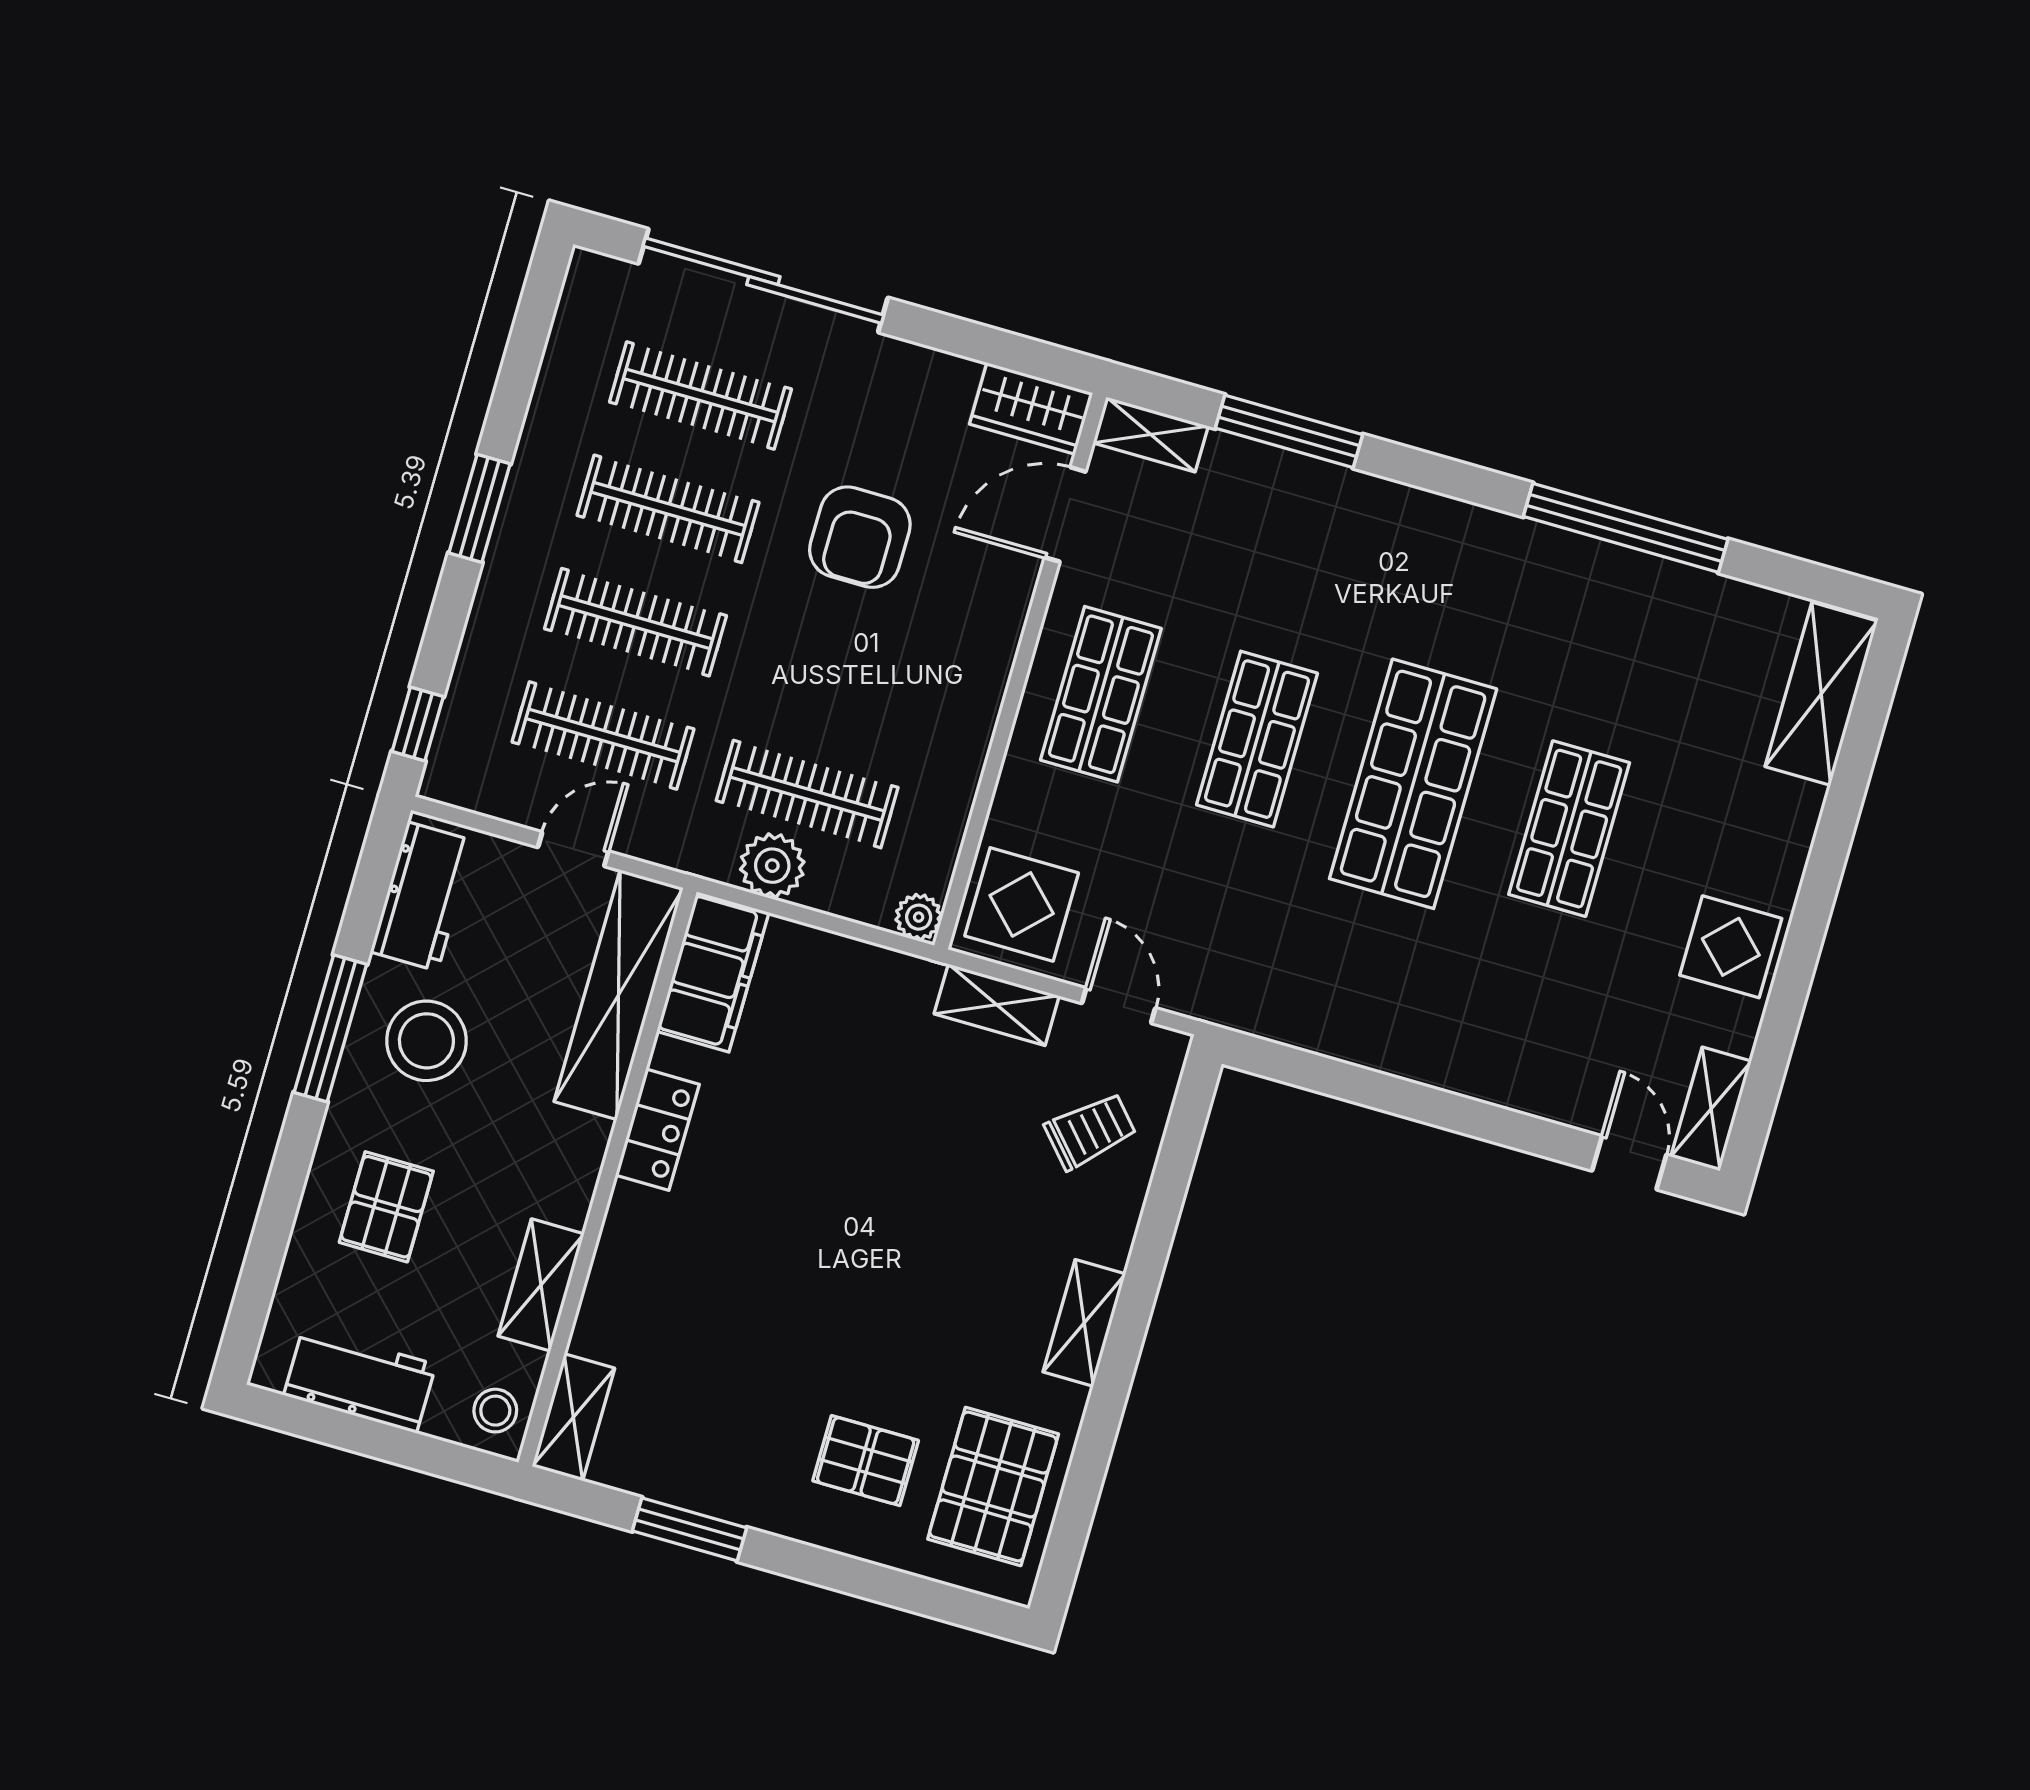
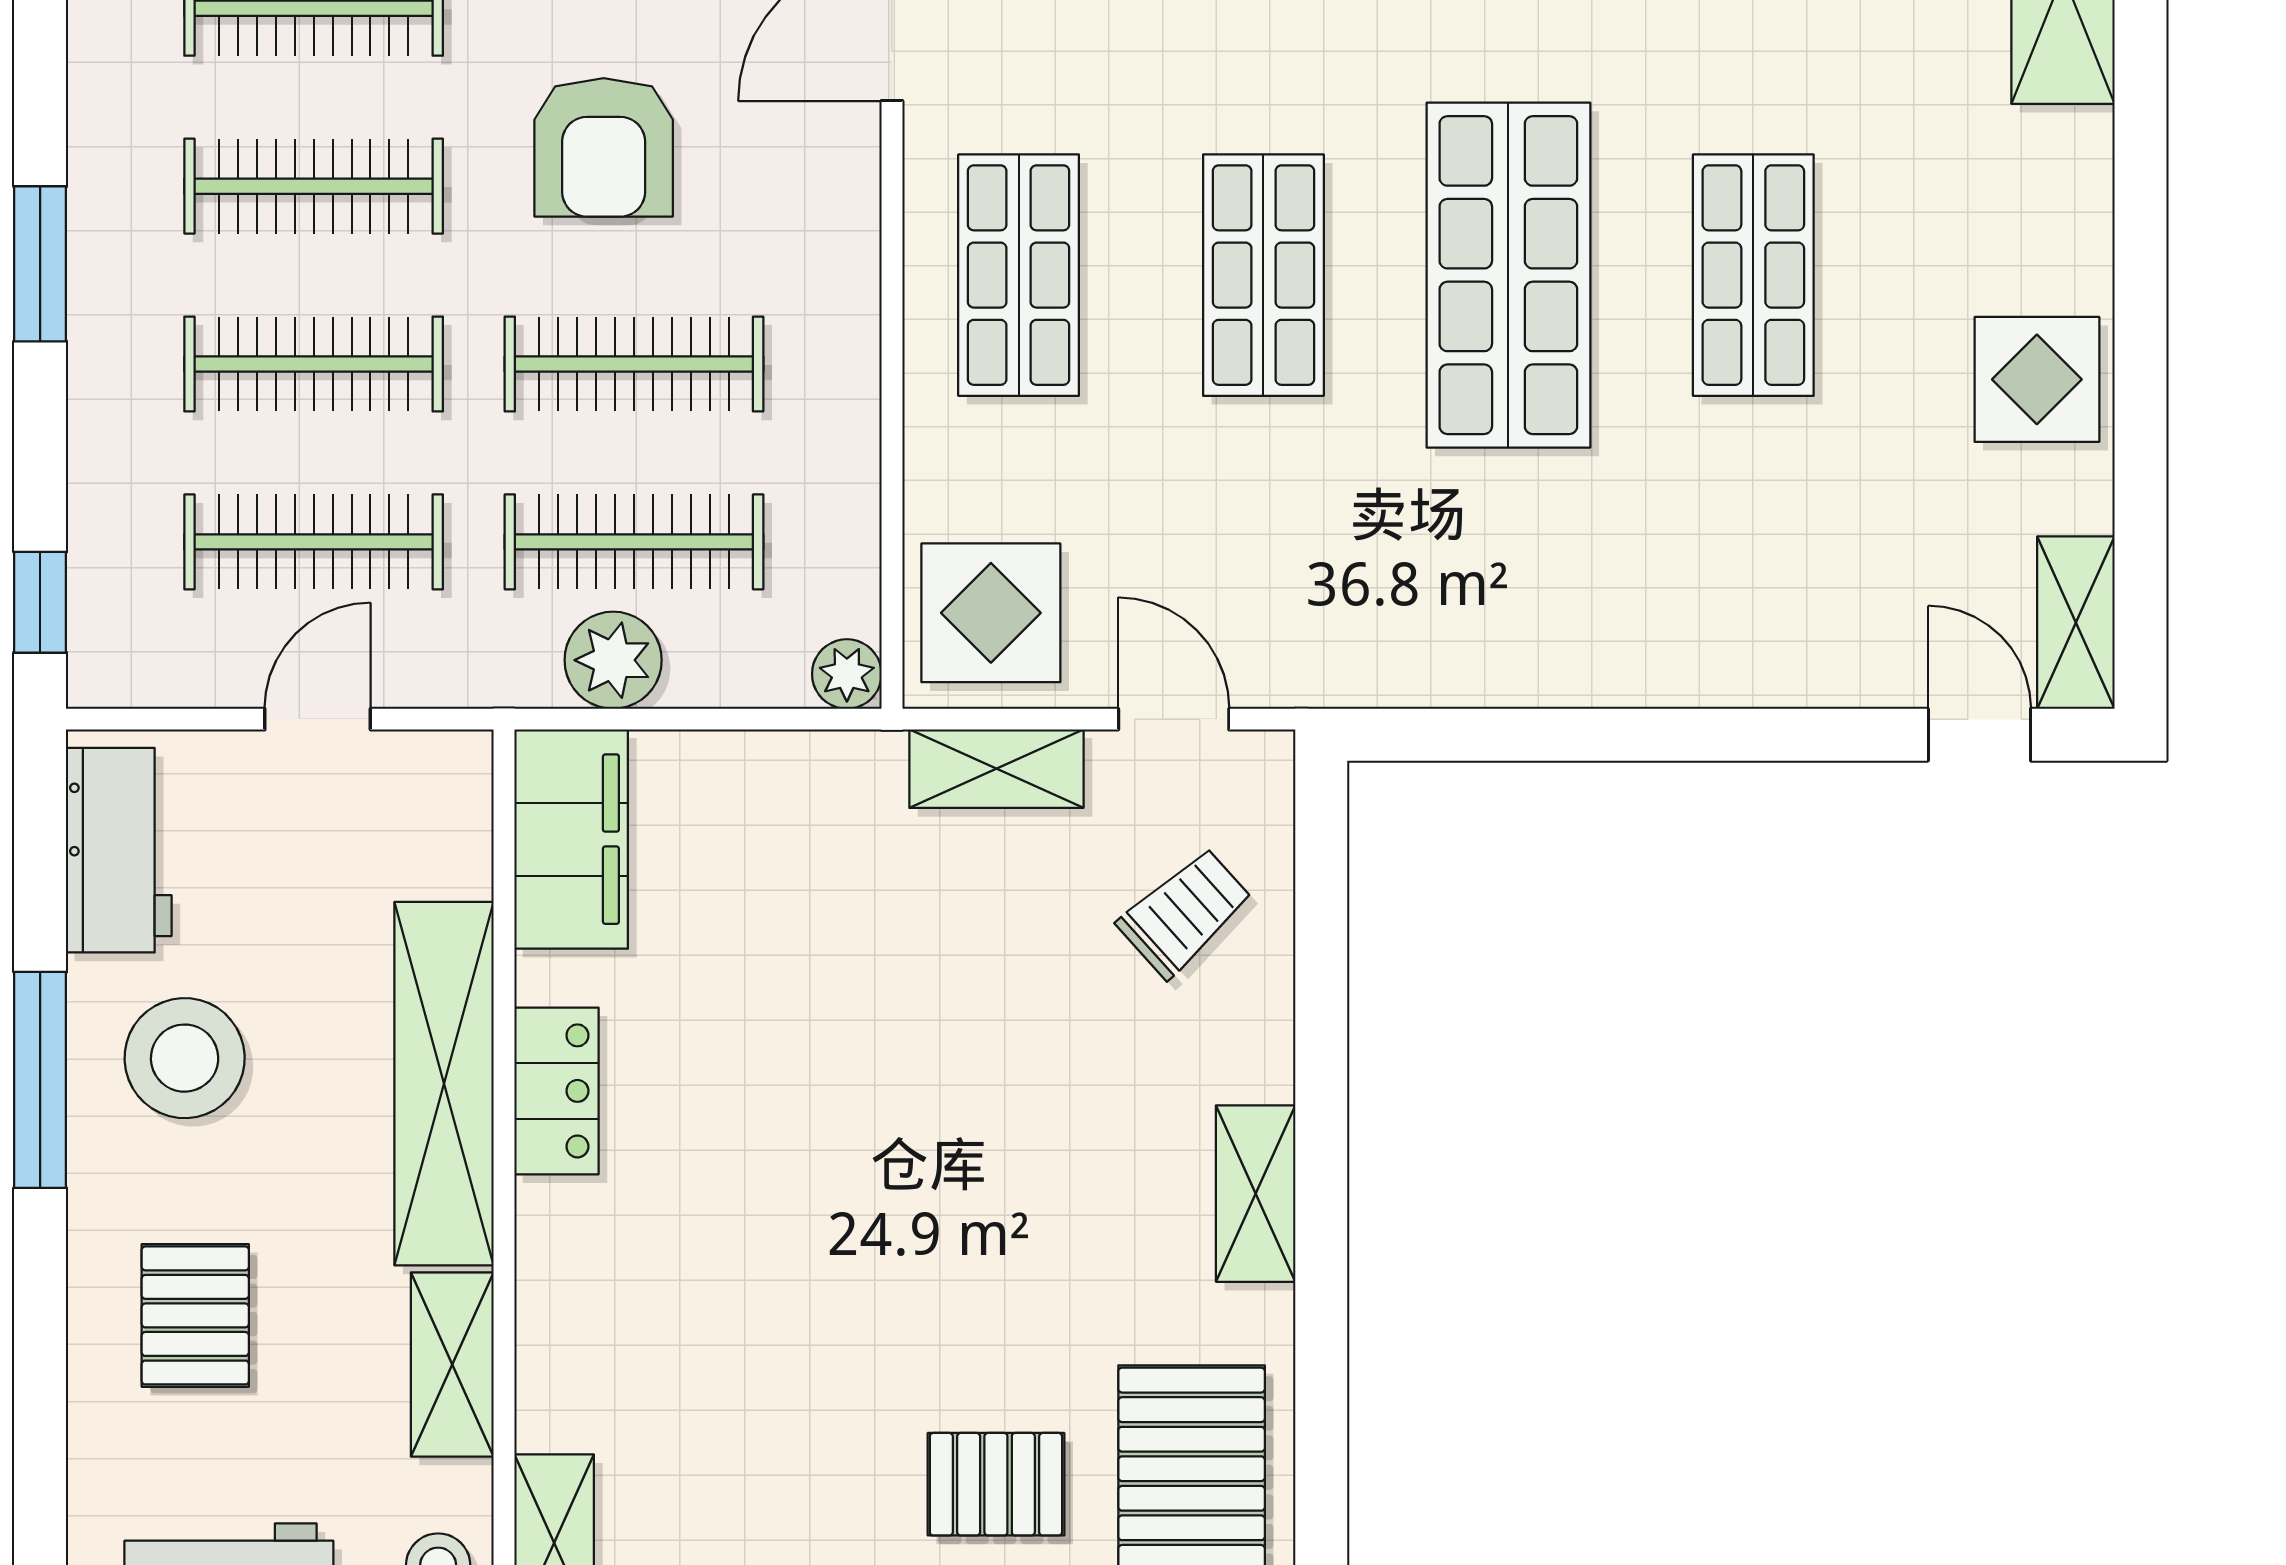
clothes rail: (840, 681) -> (634, 364), added
shelving: (619, 995) -> (444, 1084), moved

